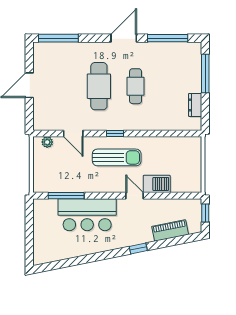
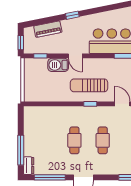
cafe table: (99, 86) -> (103, 140), width x0.73, depth x0.74
dresser: (195, 105) -> (29, 166), moved
window: (180, 196) -> (40, 56), added

